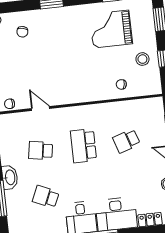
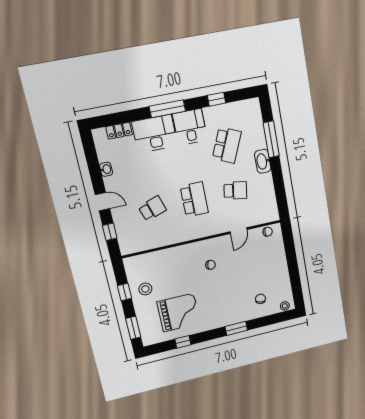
chair: (121, 84) -> (211, 265), moved
door: (41, 109) -> (239, 231), hinge flipped
school desk: (46, 197) -> (227, 145), width x1.85

